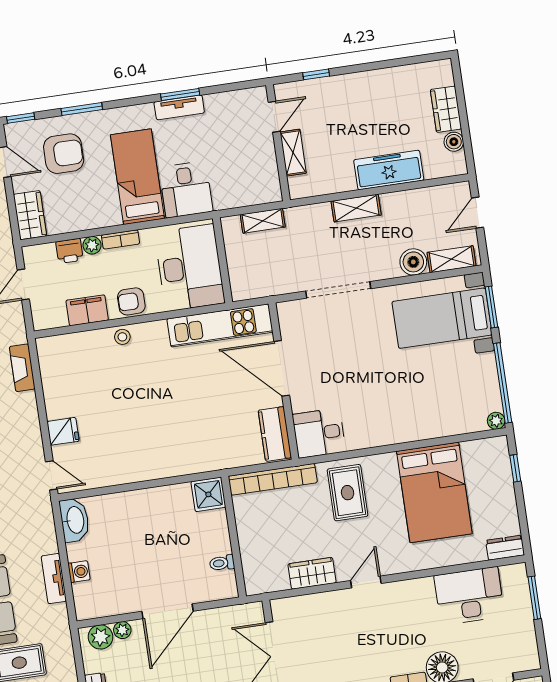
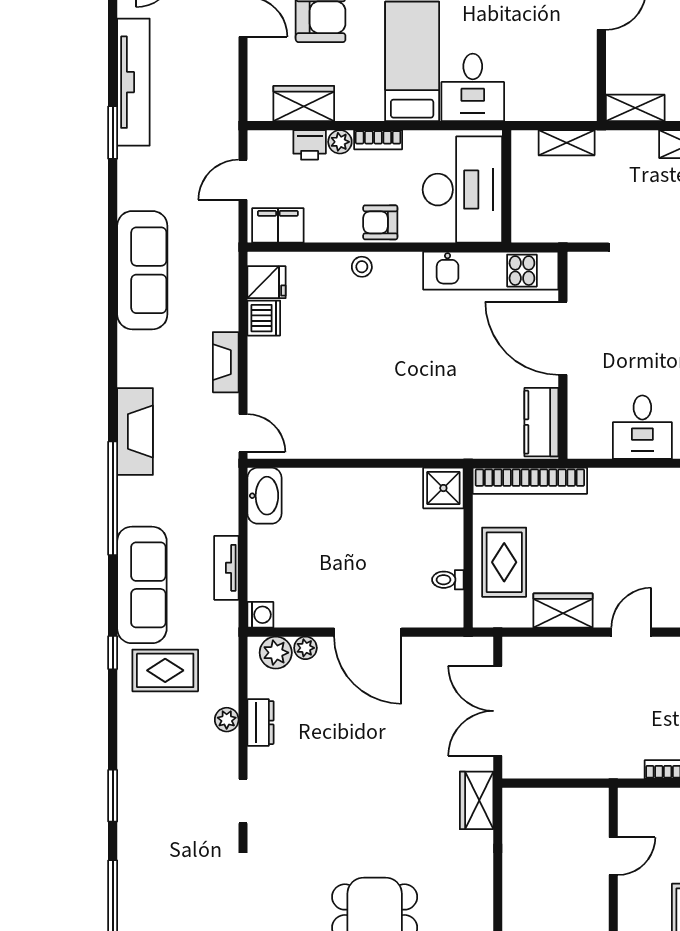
shelving: (293, 153) -> (635, 108), moved, turned 90
wardrobe: (30, 215) -> (304, 104), moved, turned -90
filing cabinet: (87, 310) -> (278, 225), moved
fireplace: (22, 368) -> (226, 362), moved
dishwasher: (54, 386) -> (264, 318), added
fridge: (63, 431) -> (267, 282), moved
desk: (319, 433) -> (642, 427), moved, turned -90
rug: (348, 493) -> (504, 562), moved
washing machine: (79, 572) -> (260, 615), moved
door: (167, 611) -> (368, 632), hinge flipped

